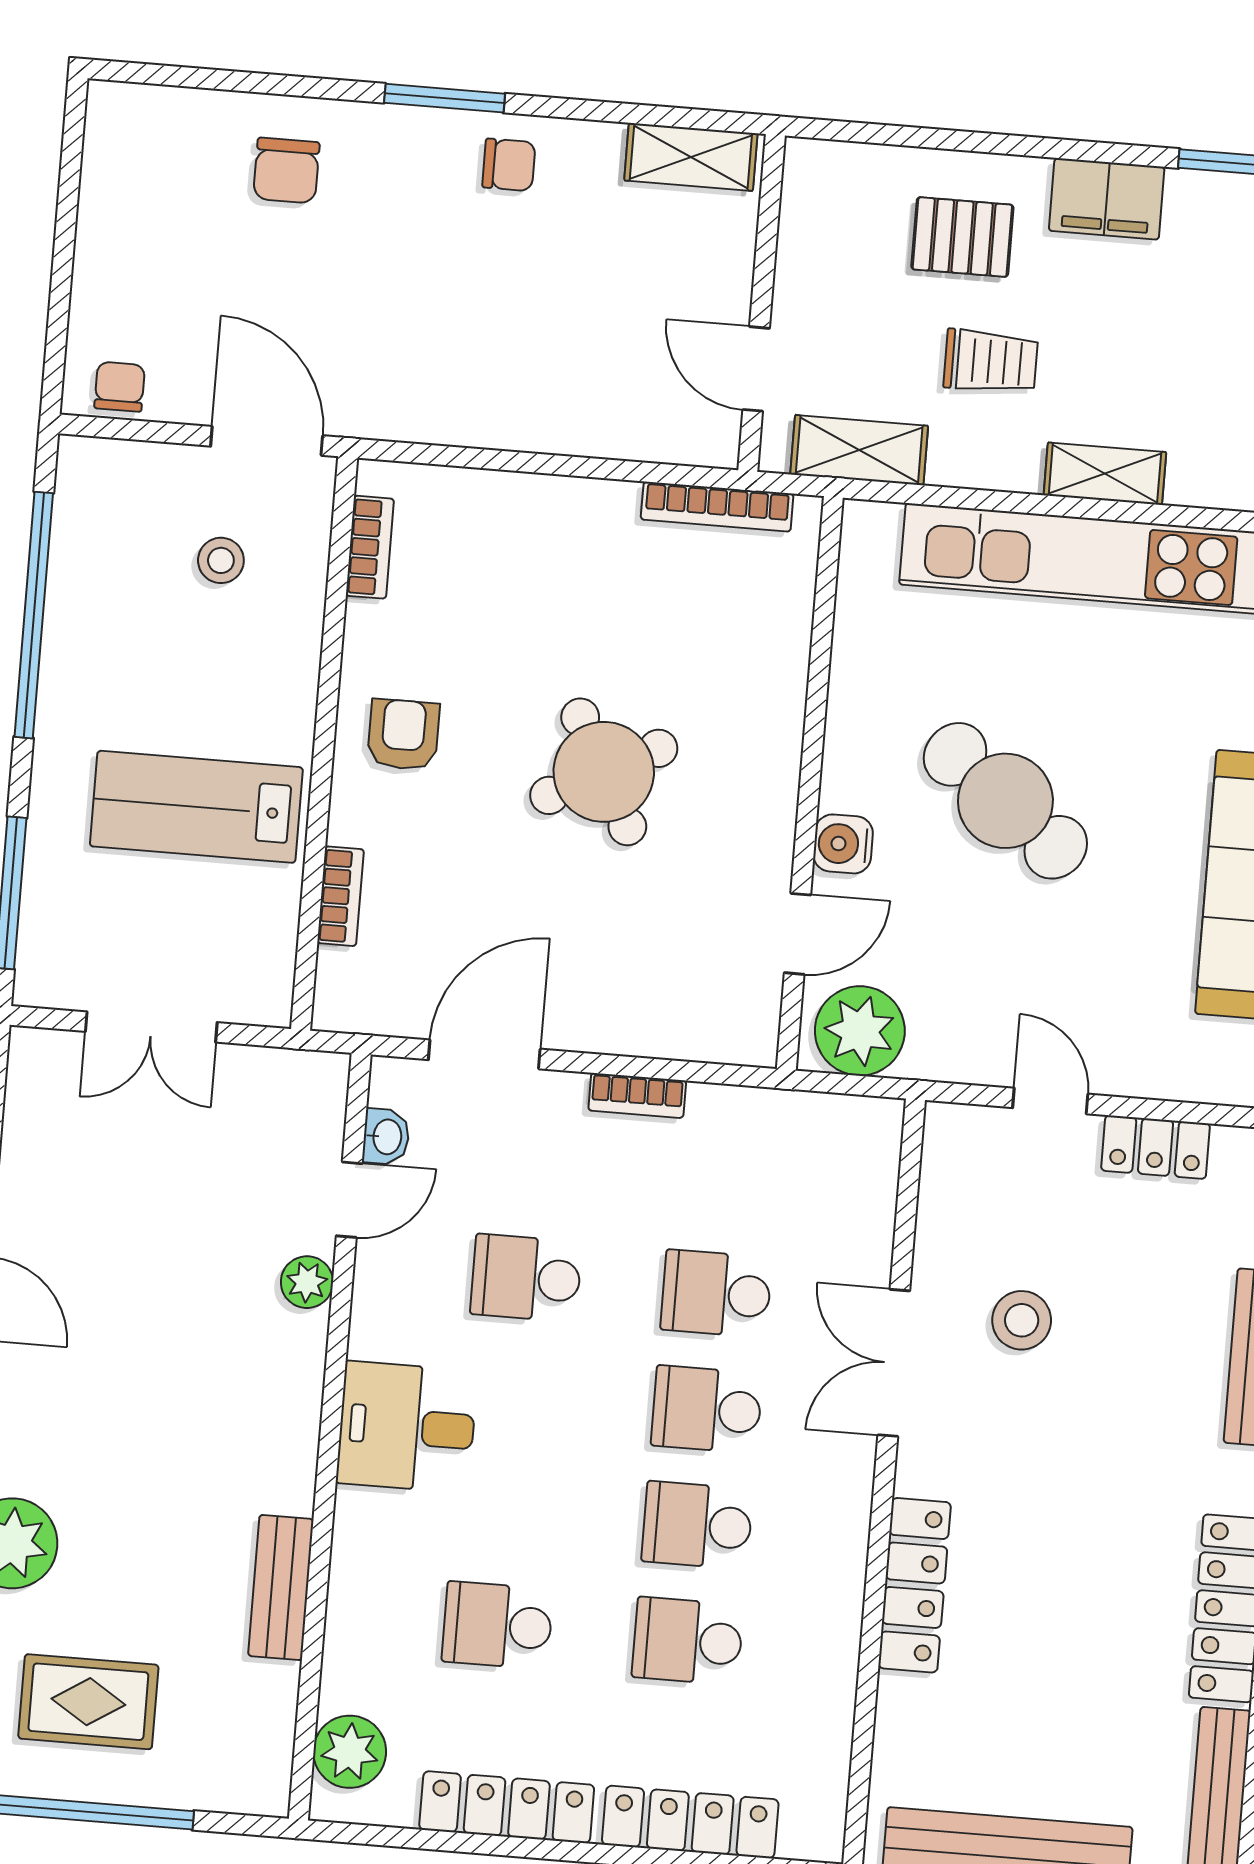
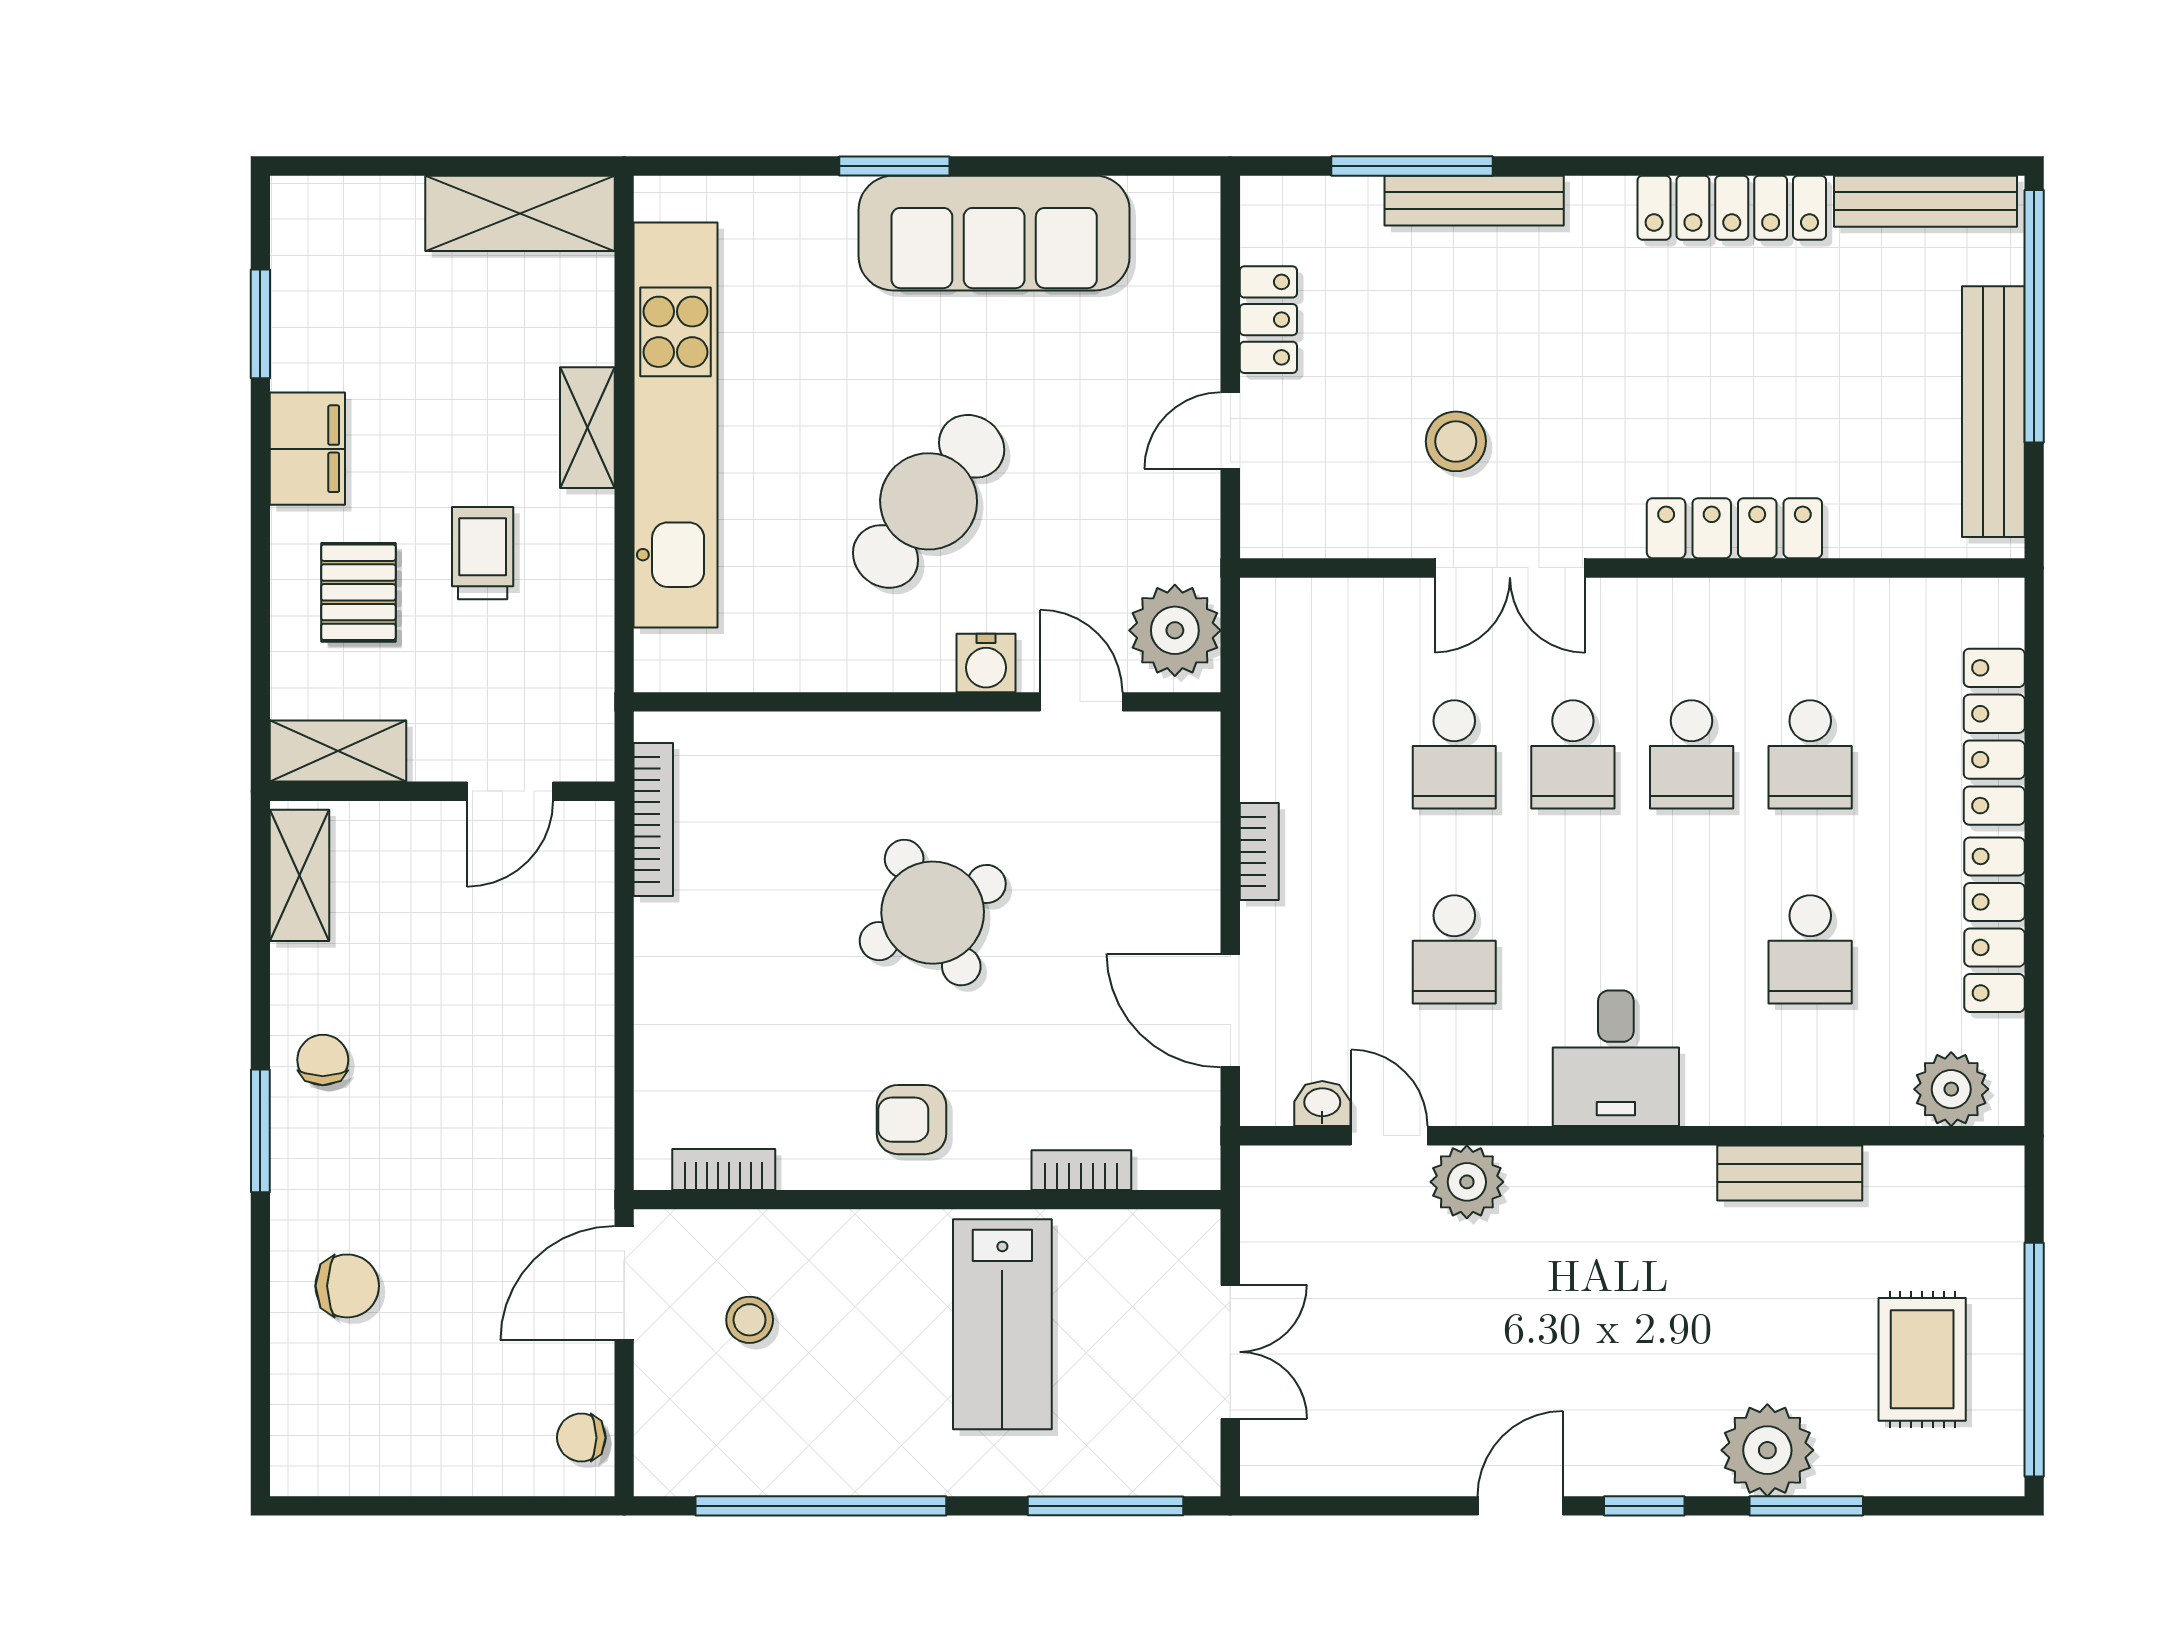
shelving: (859, 450) -> (338, 751), moved, turned 90
plant: (307, 1282) -> (1467, 1182), width x1.38, depth x1.38

